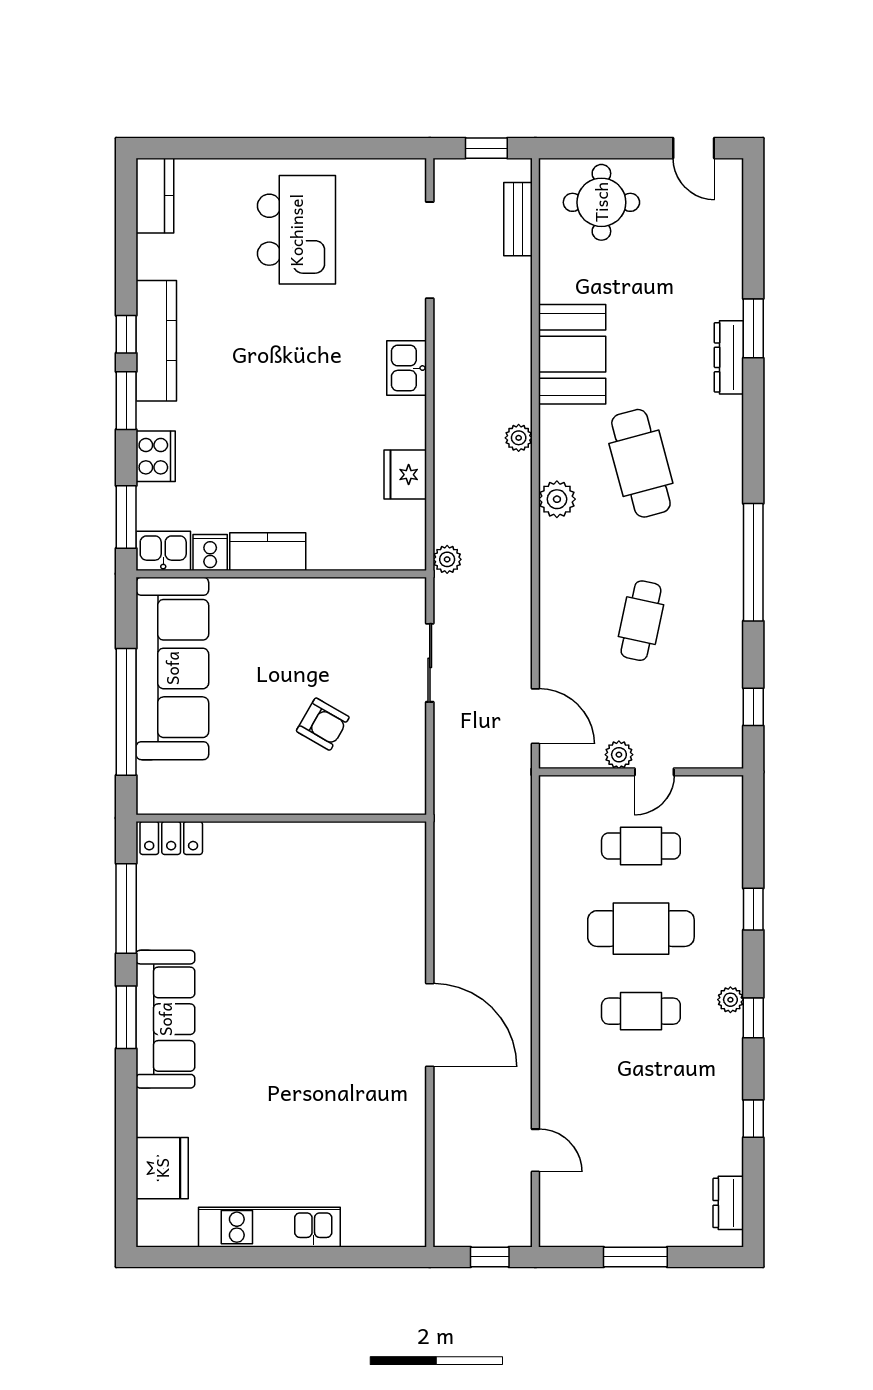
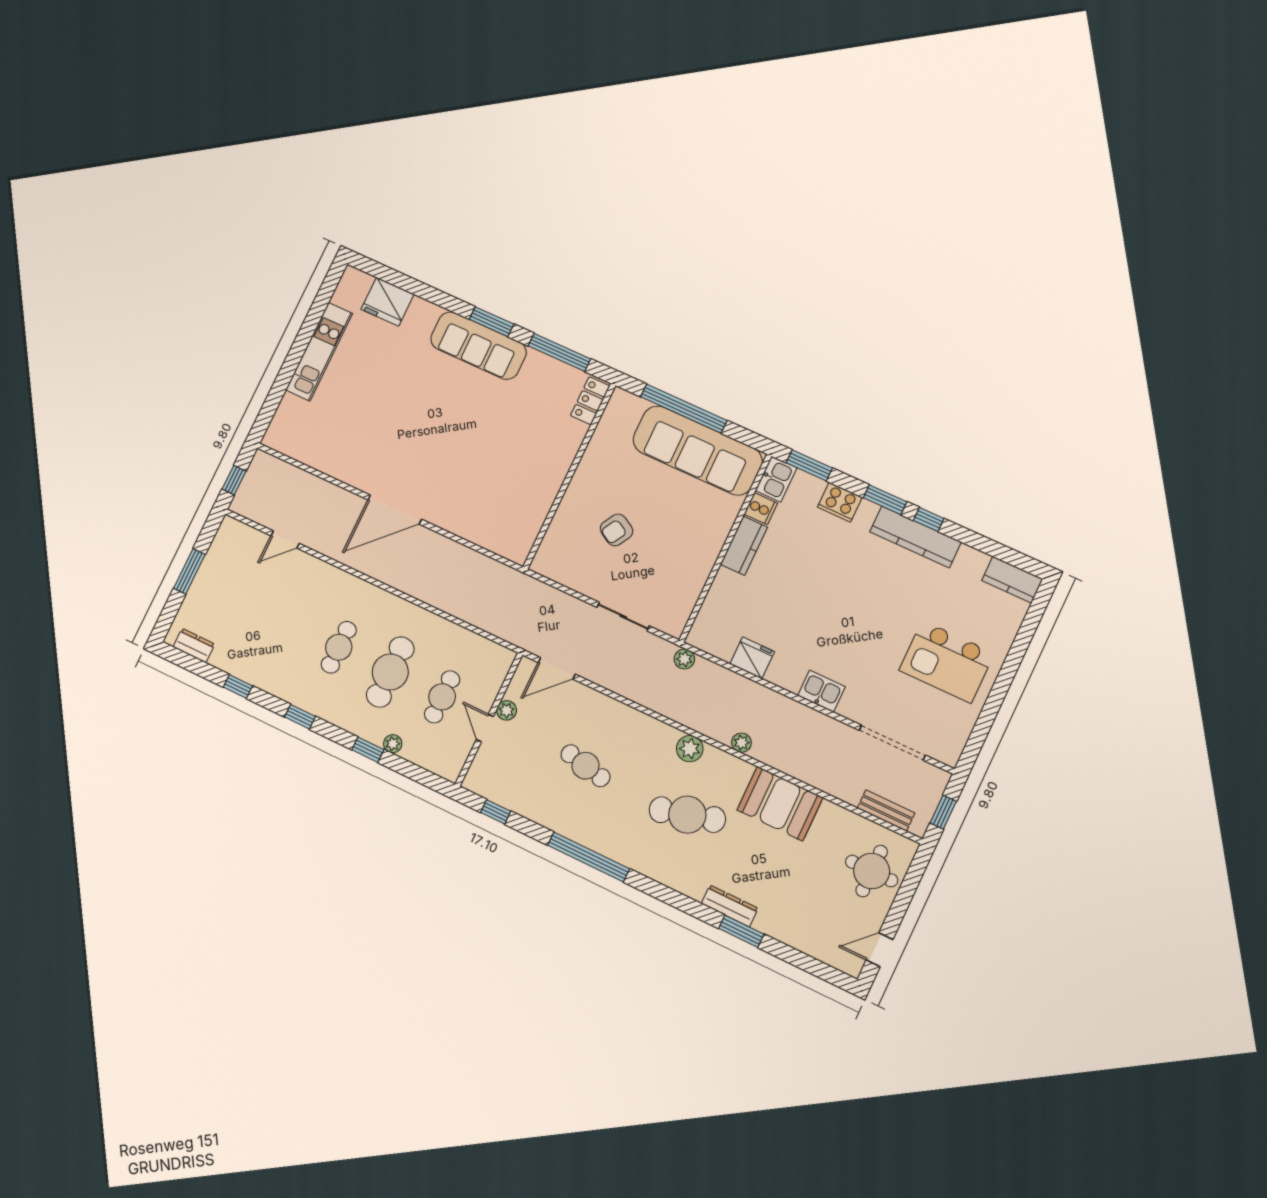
plant: (730, 1000) -> (393, 744), moved

